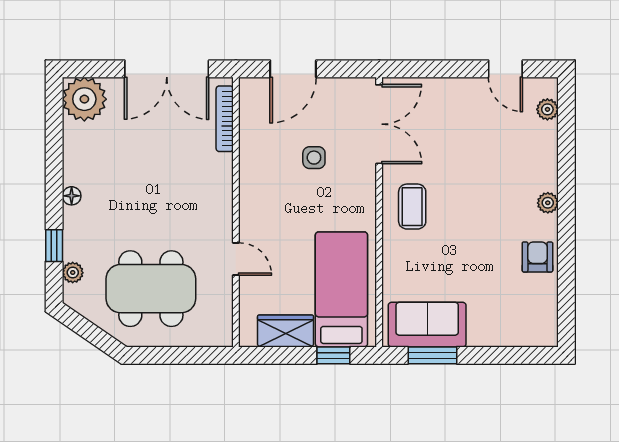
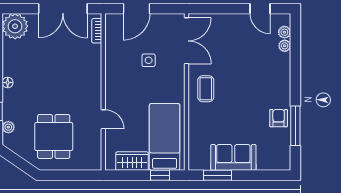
bookcase: (225, 119) -> (97, 31), width x0.64
plant: (548, 203) -> (285, 46), moved
window: (566, 270) -> (295, 126), added
dining table: (151, 289) -> (54, 136), width x0.73
sofa: (427, 325) -> (233, 157), moved

